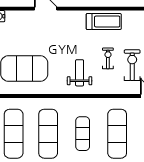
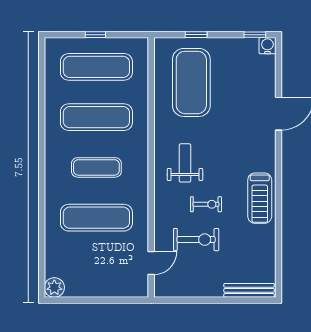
weight bench: (80, 73) -> (185, 163), turned -90

